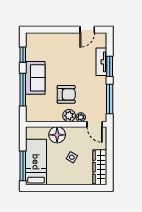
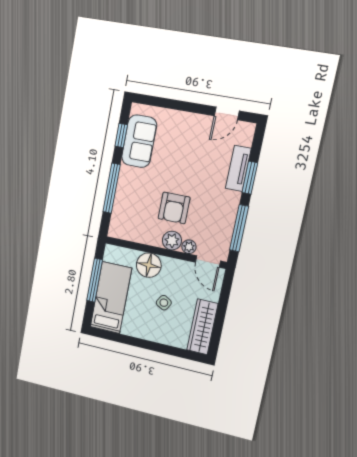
sofa: (35, 78) -> (139, 141), moved
armchair: (66, 94) -> (174, 208), turned 90
window: (23, 166) -> (95, 280), moved

